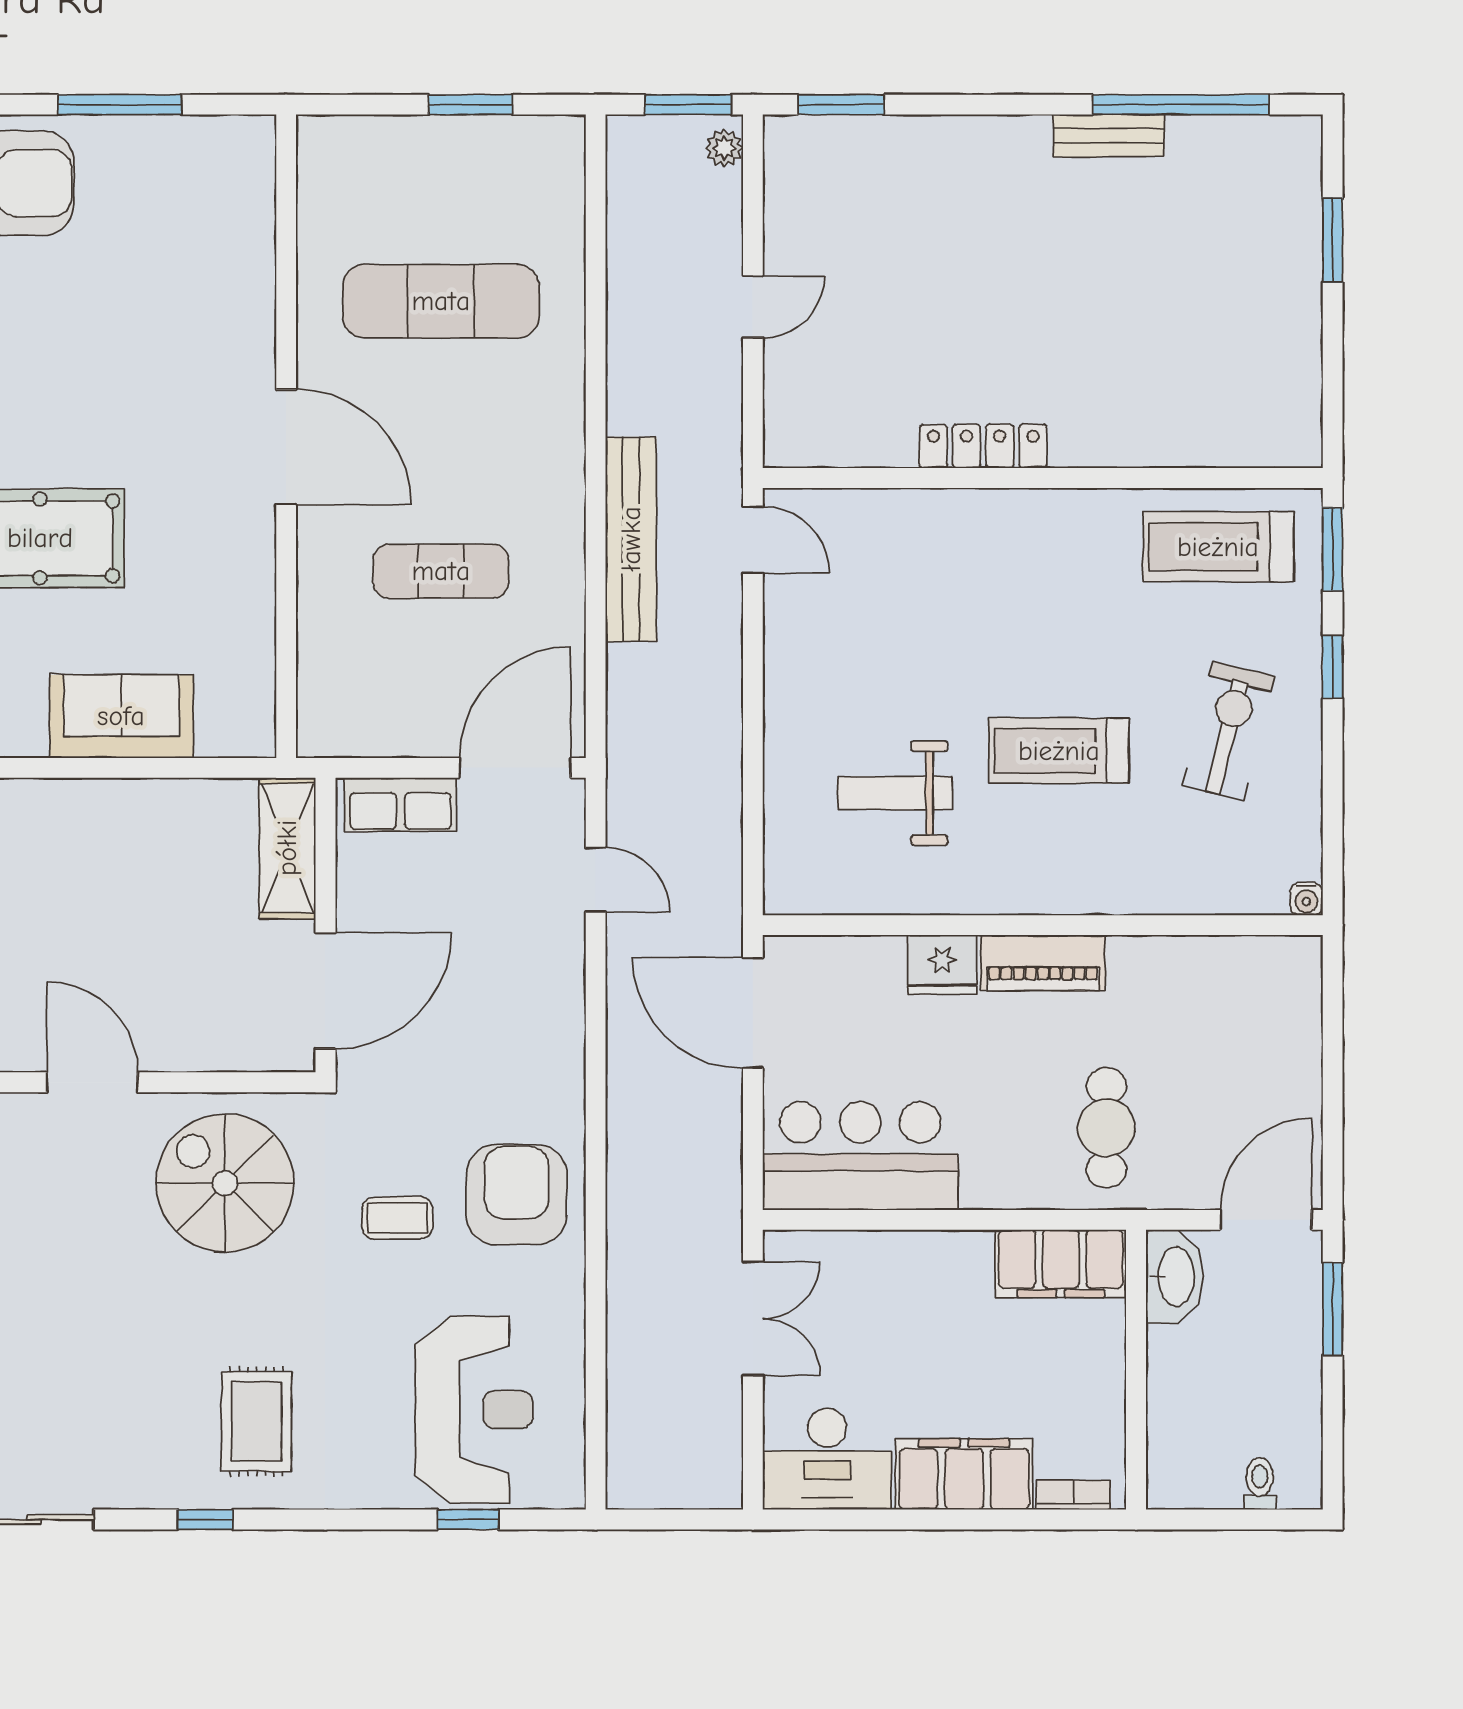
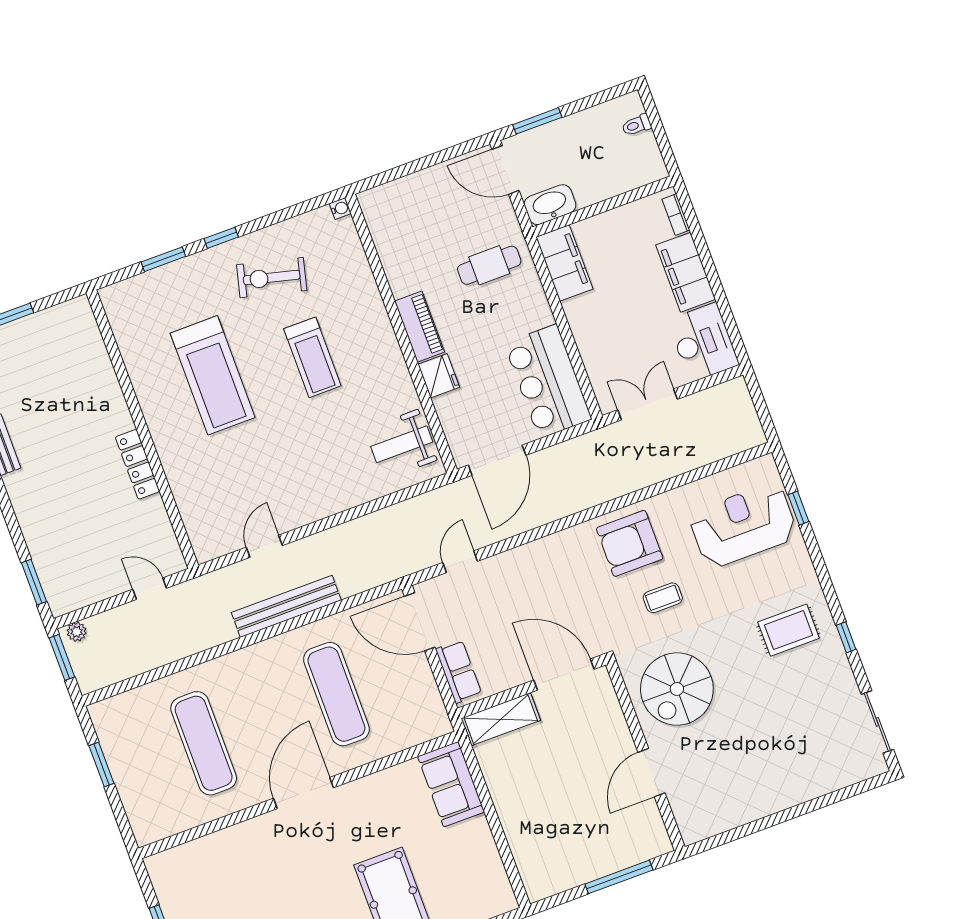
locker: (983, 446) -> (138, 464), moved
wall: (1043, 478) -> (142, 429), moved
treadmill: (1218, 547) -> (213, 375), moved, width x1.37, depth x1.38
exercise mat: (441, 571) -> (336, 694), width x1.36, depth x1.45
sofa: (121, 716) -> (451, 784), moved
weight bench: (895, 793) -> (402, 444), moved, turned 90
coffee table: (397, 1218) -> (663, 598), turned 90

